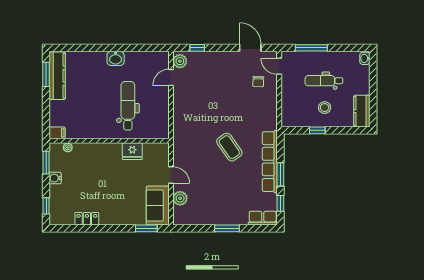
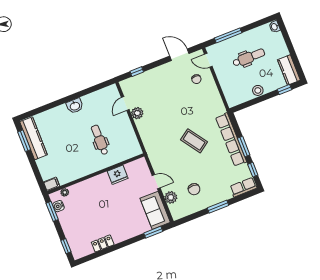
plant: (180, 61) -> (137, 113), moved
dental chair: (324, 81) -> (249, 58), turned 180
dental chair: (128, 106) -> (100, 140), width x0.73, depth x0.72
stool: (325, 108) -> (258, 90), moved
window: (317, 130) -> (284, 90), moved
water cooler: (55, 178) -> (58, 206), moved
chair: (209, 199) -> (194, 189), added

